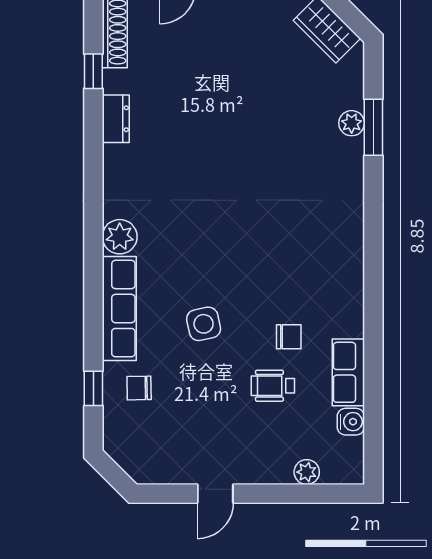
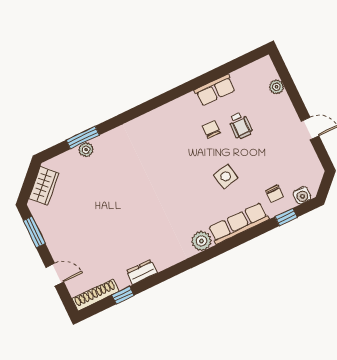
water cooler: (351, 422) -> (302, 195), moved, turned 180

